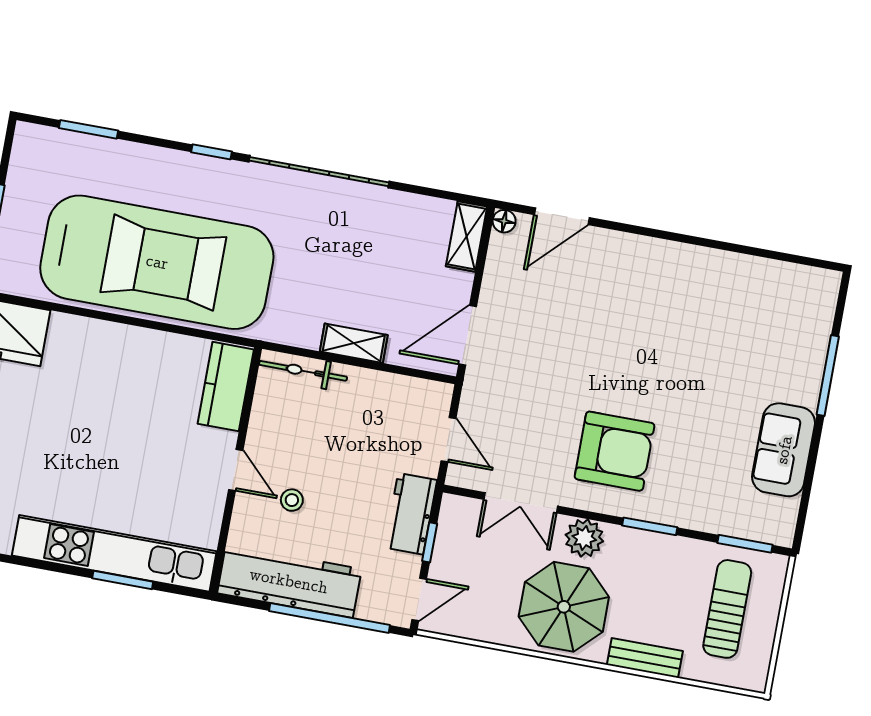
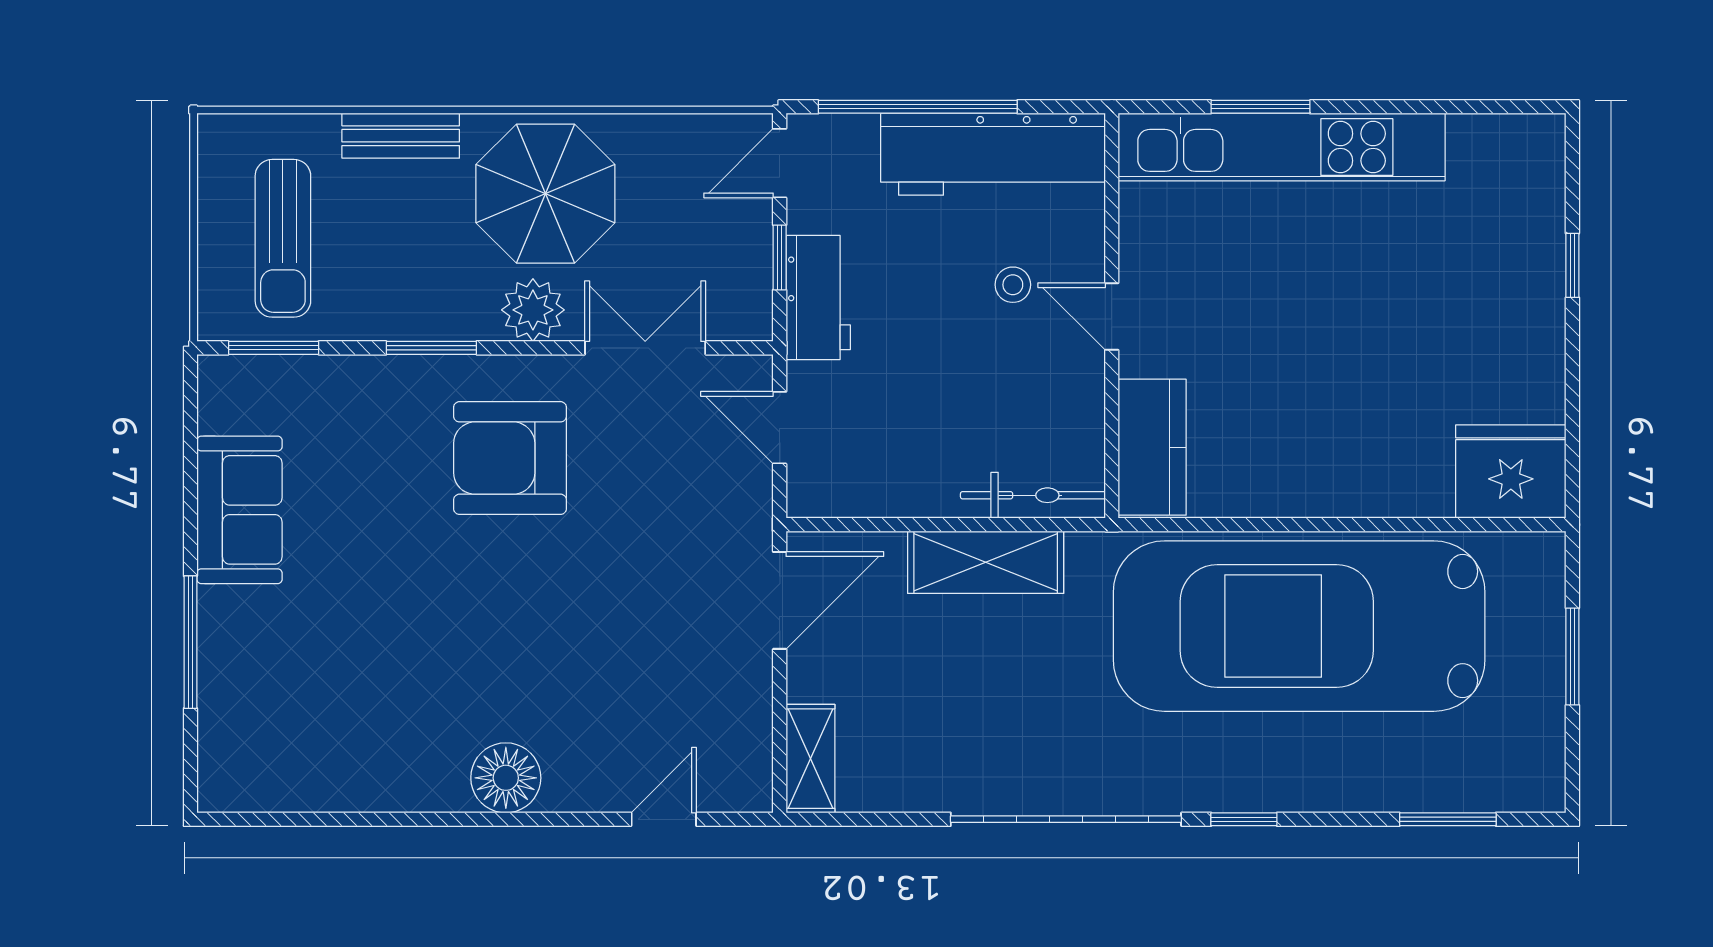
door: (562, 216) -> (664, 819), width x0.73
floor lamp: (504, 221) -> (506, 778), moved, width x1.89, depth x1.89
shelving: (354, 343) -> (986, 562), width x1.50, depth x1.33

